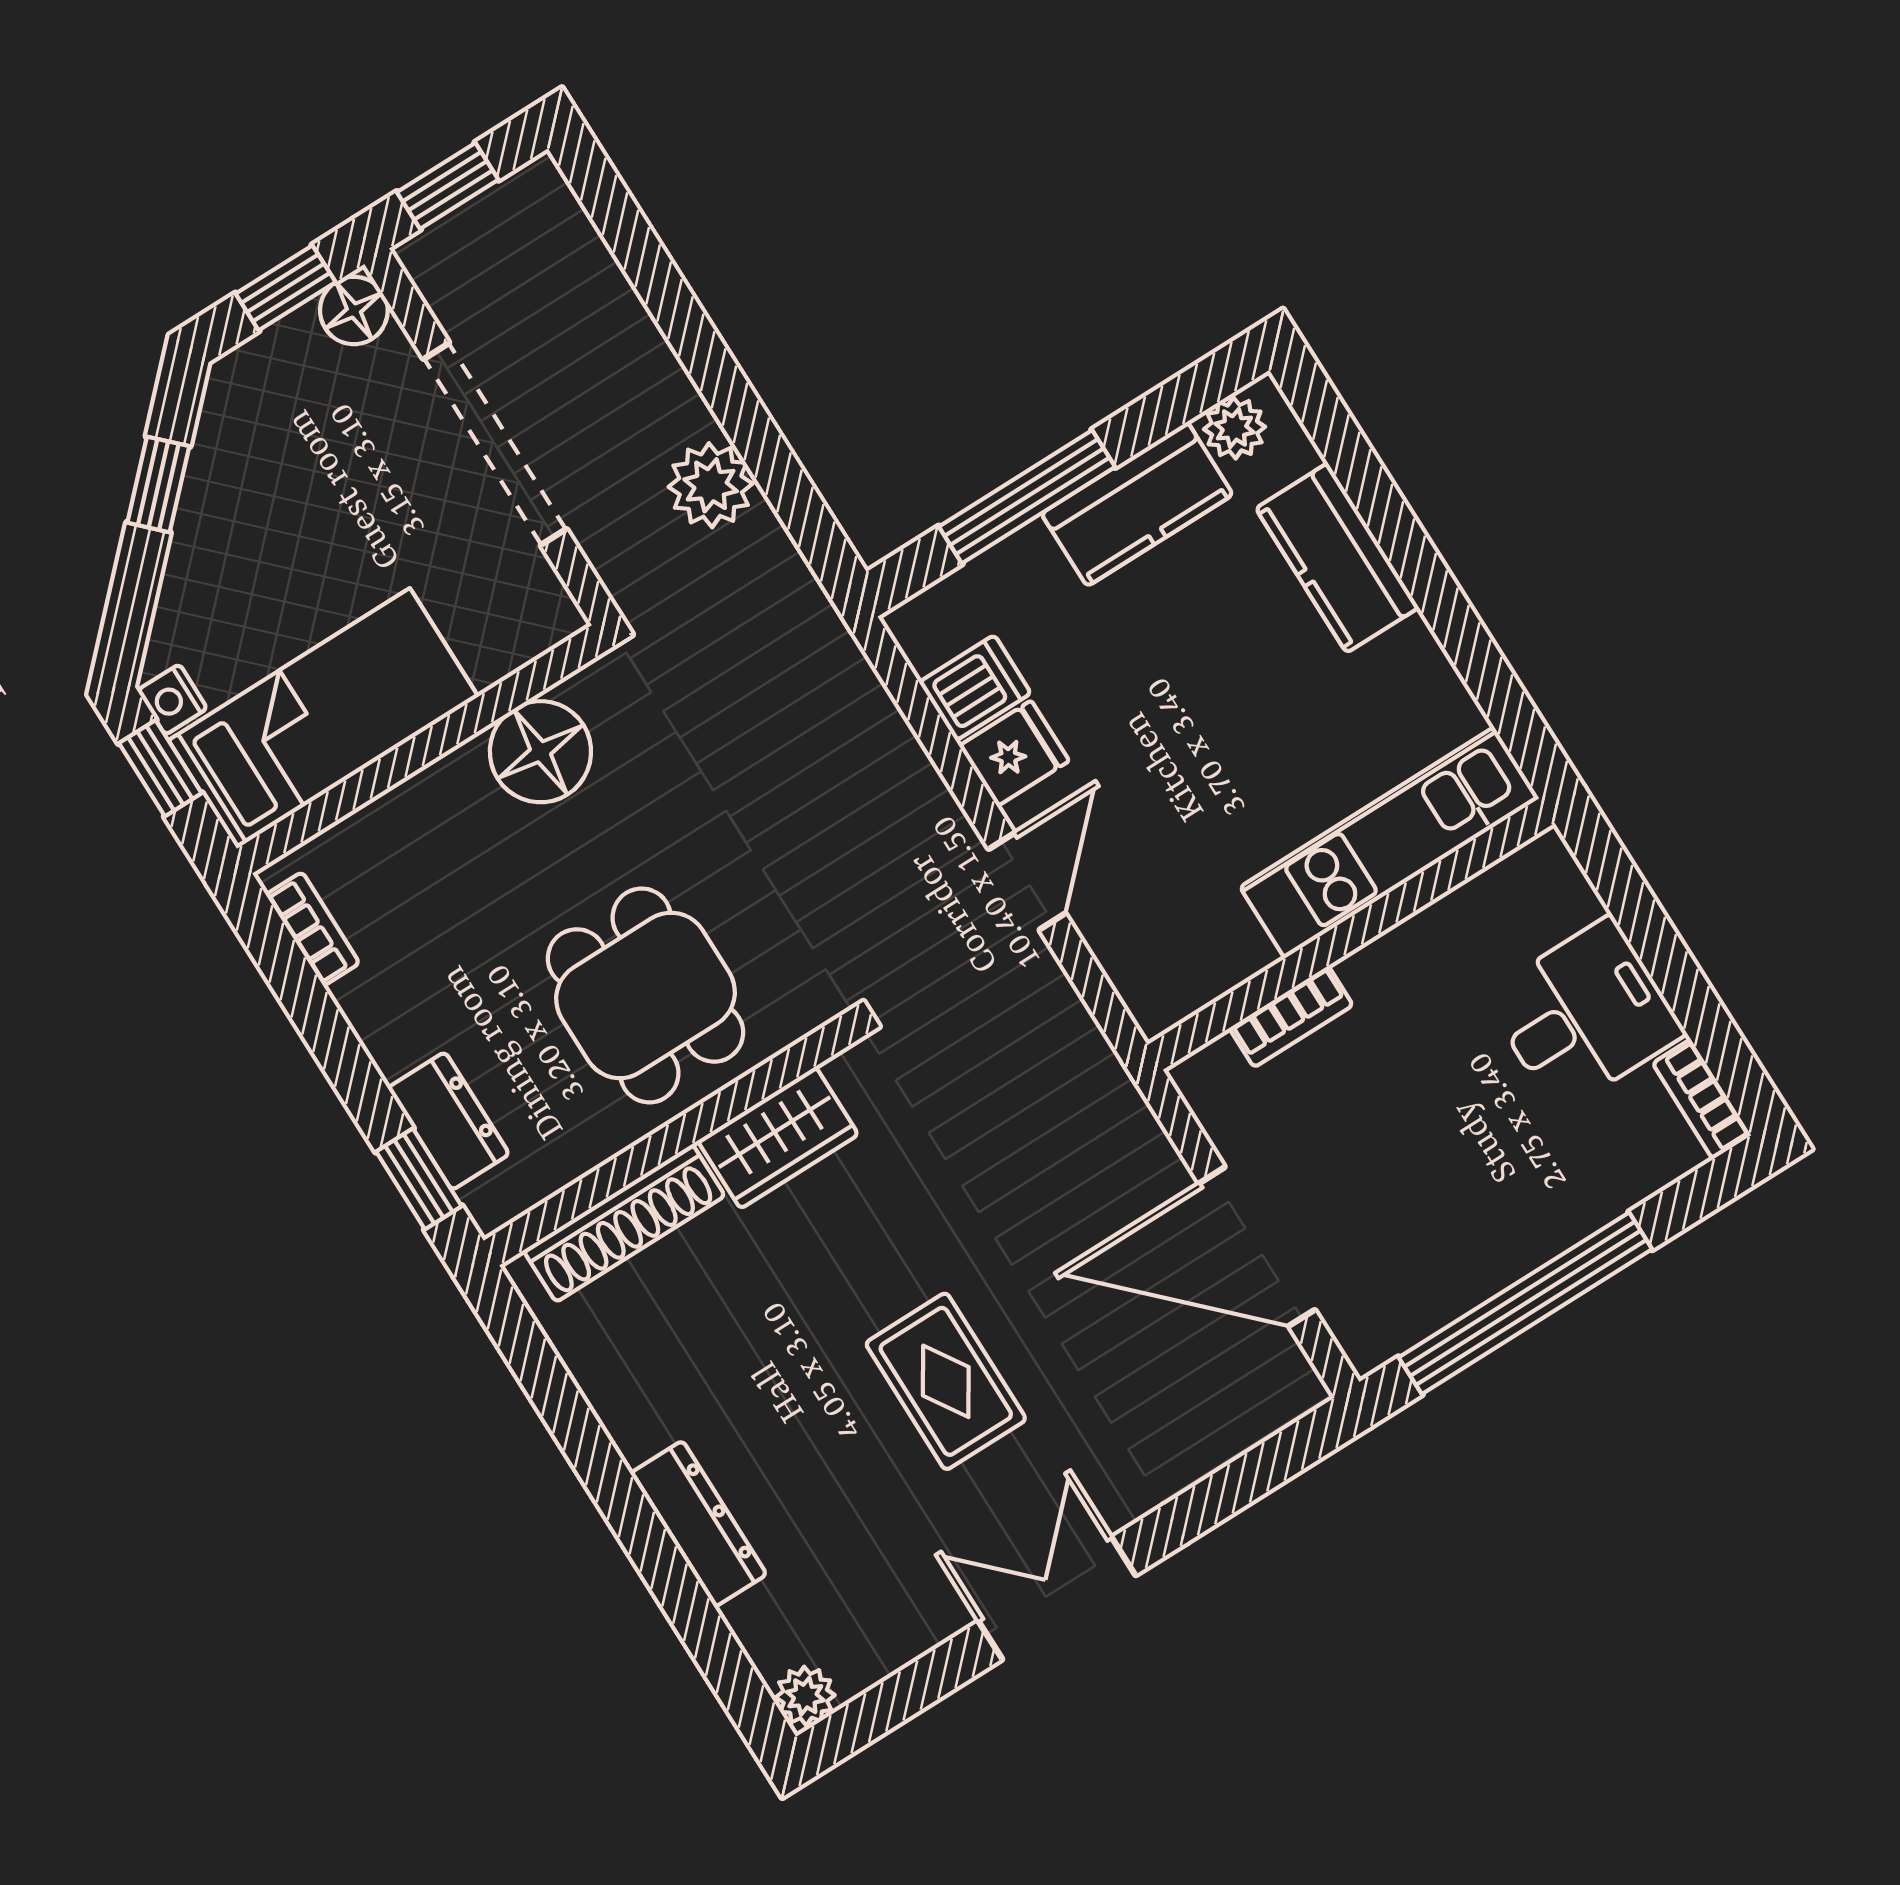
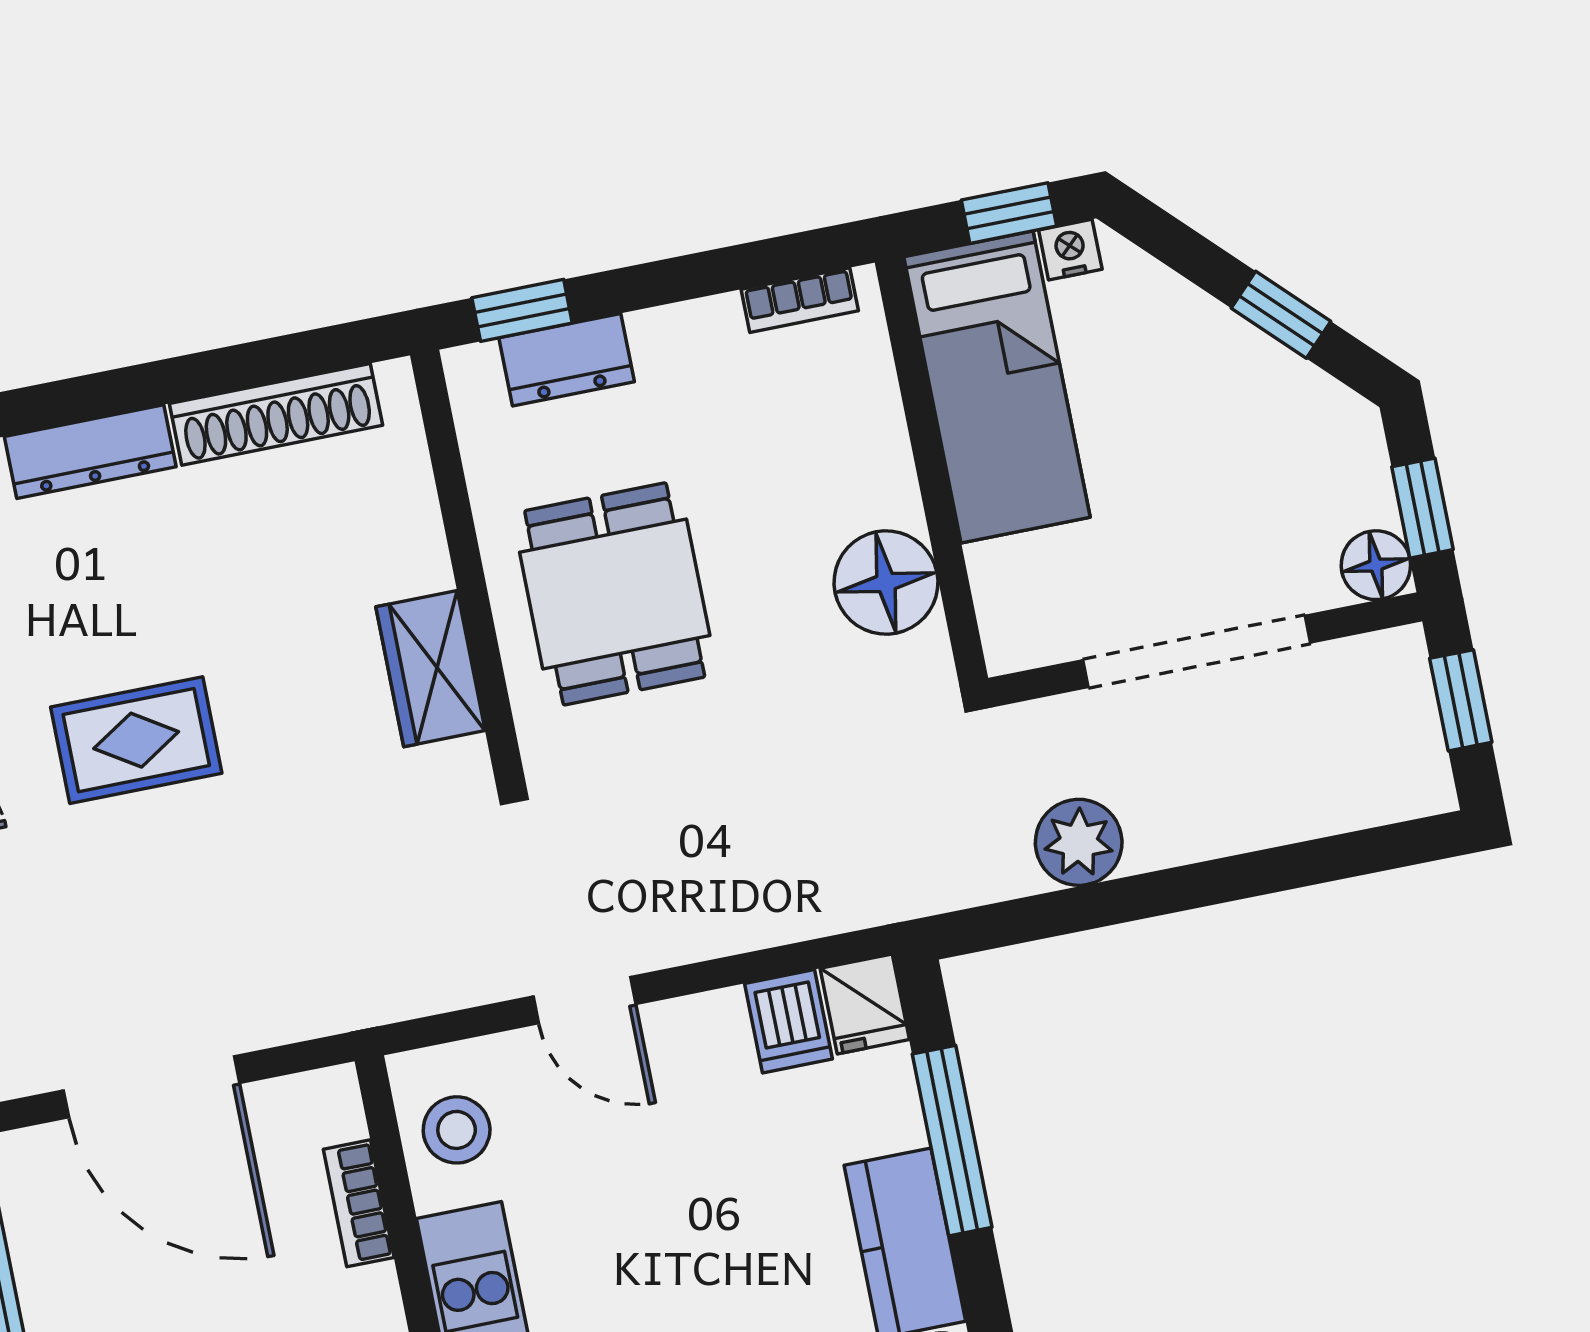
fridge: (1014, 753) -> (865, 1004), moved
stool: (1190, 953) -> (457, 1130), added
dining table: (645, 995) -> (615, 594), turned 90
shoe rack: (624, 1223) -> (276, 414), moved, turned -90
door: (1257, 1247) -> (151, 1087), swing flipped

